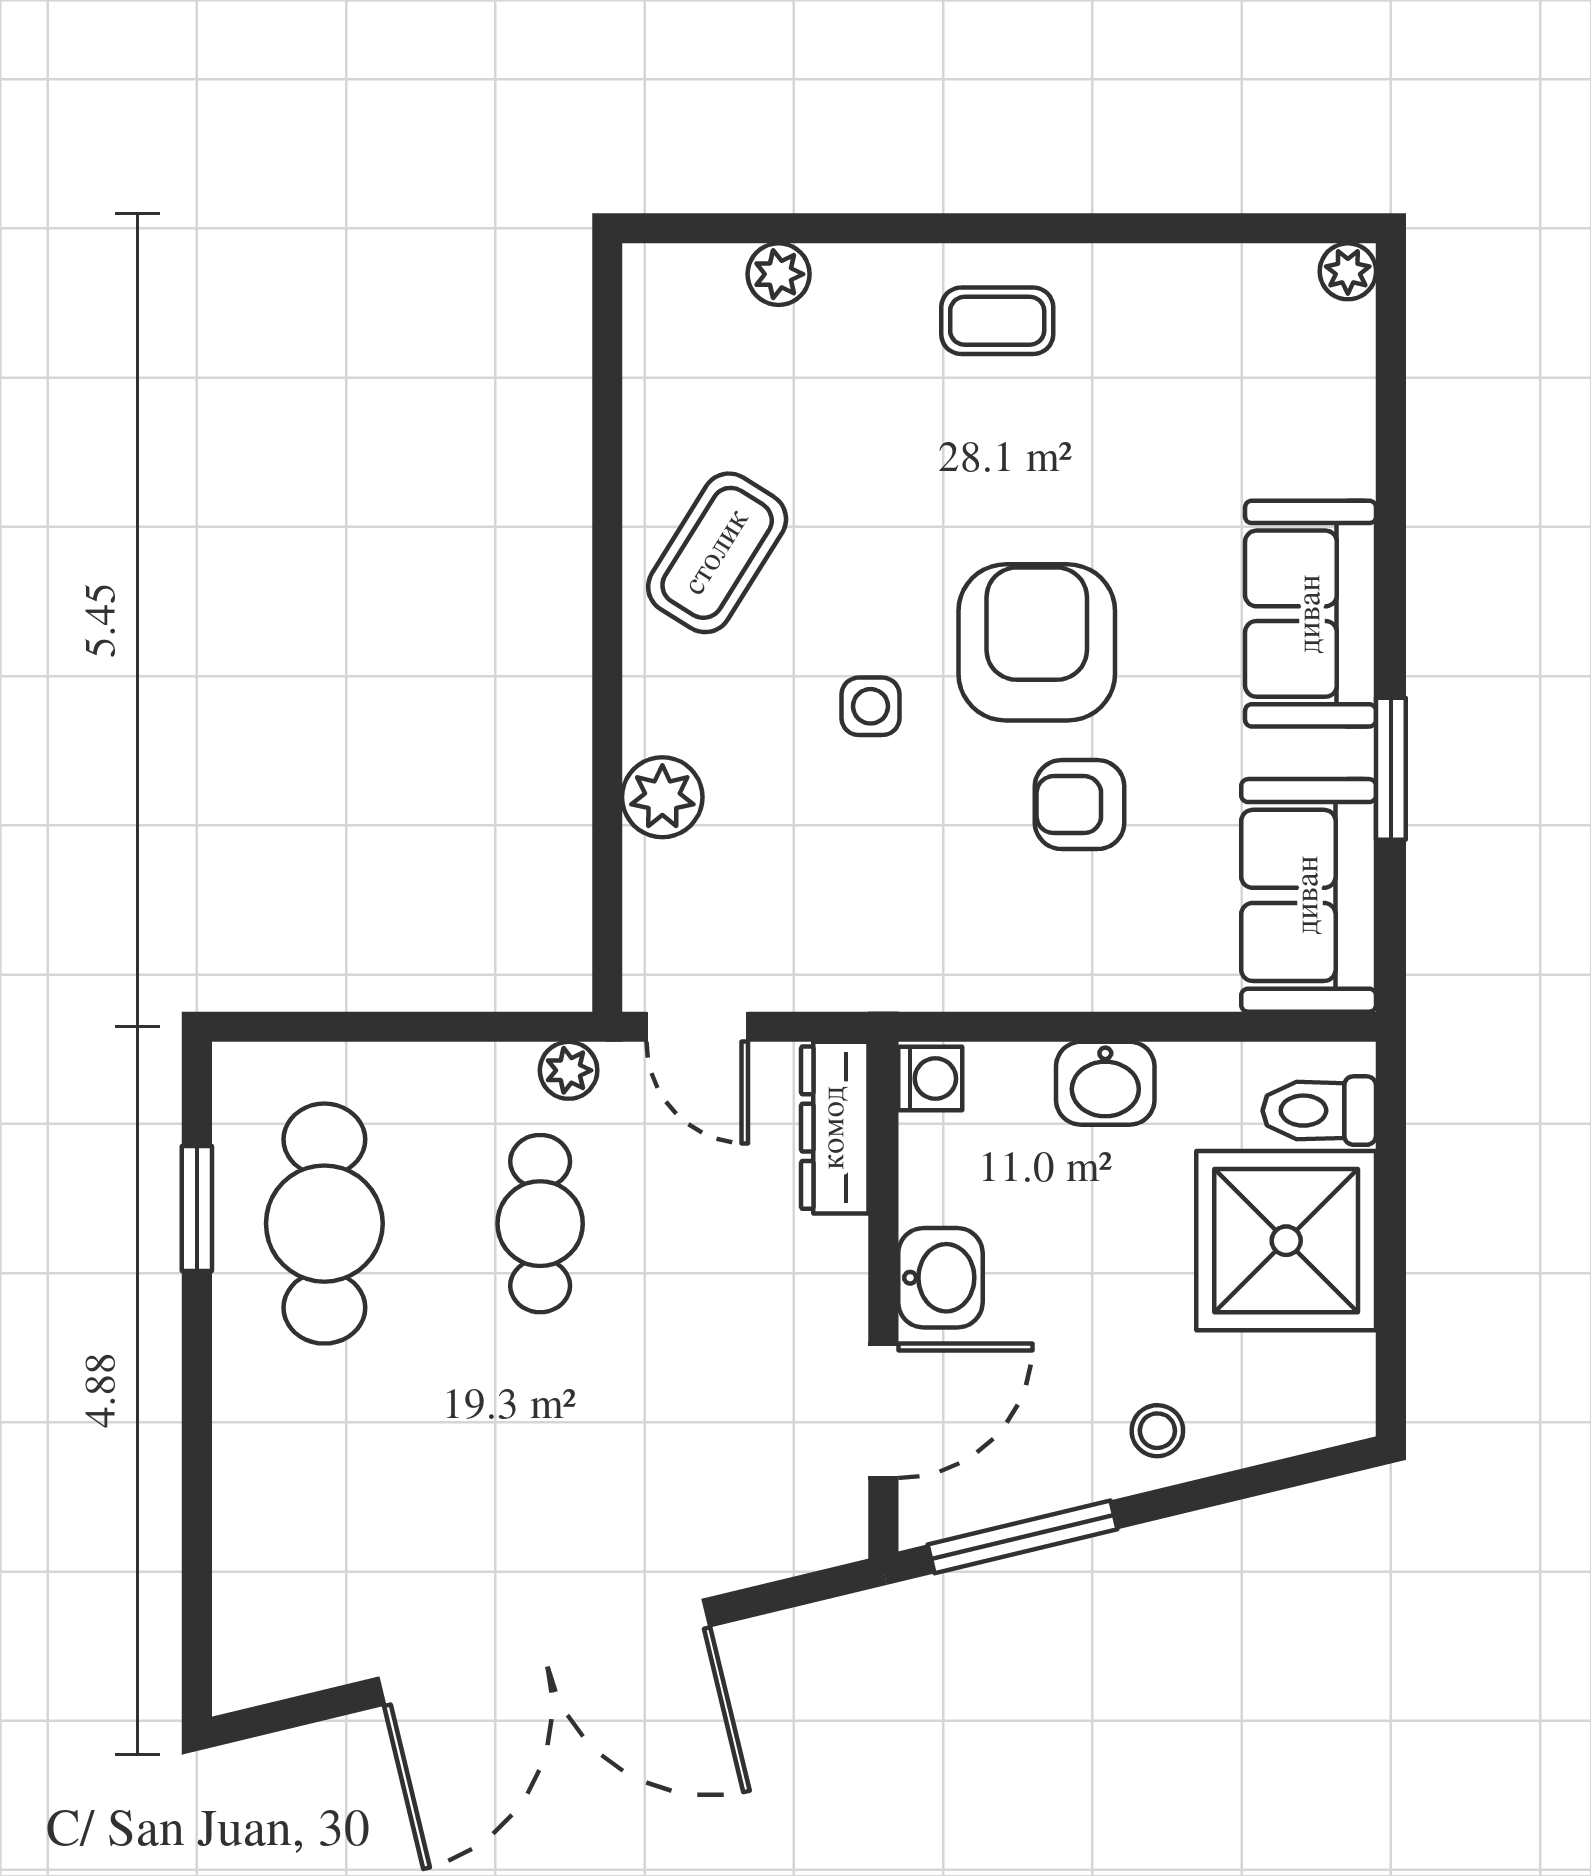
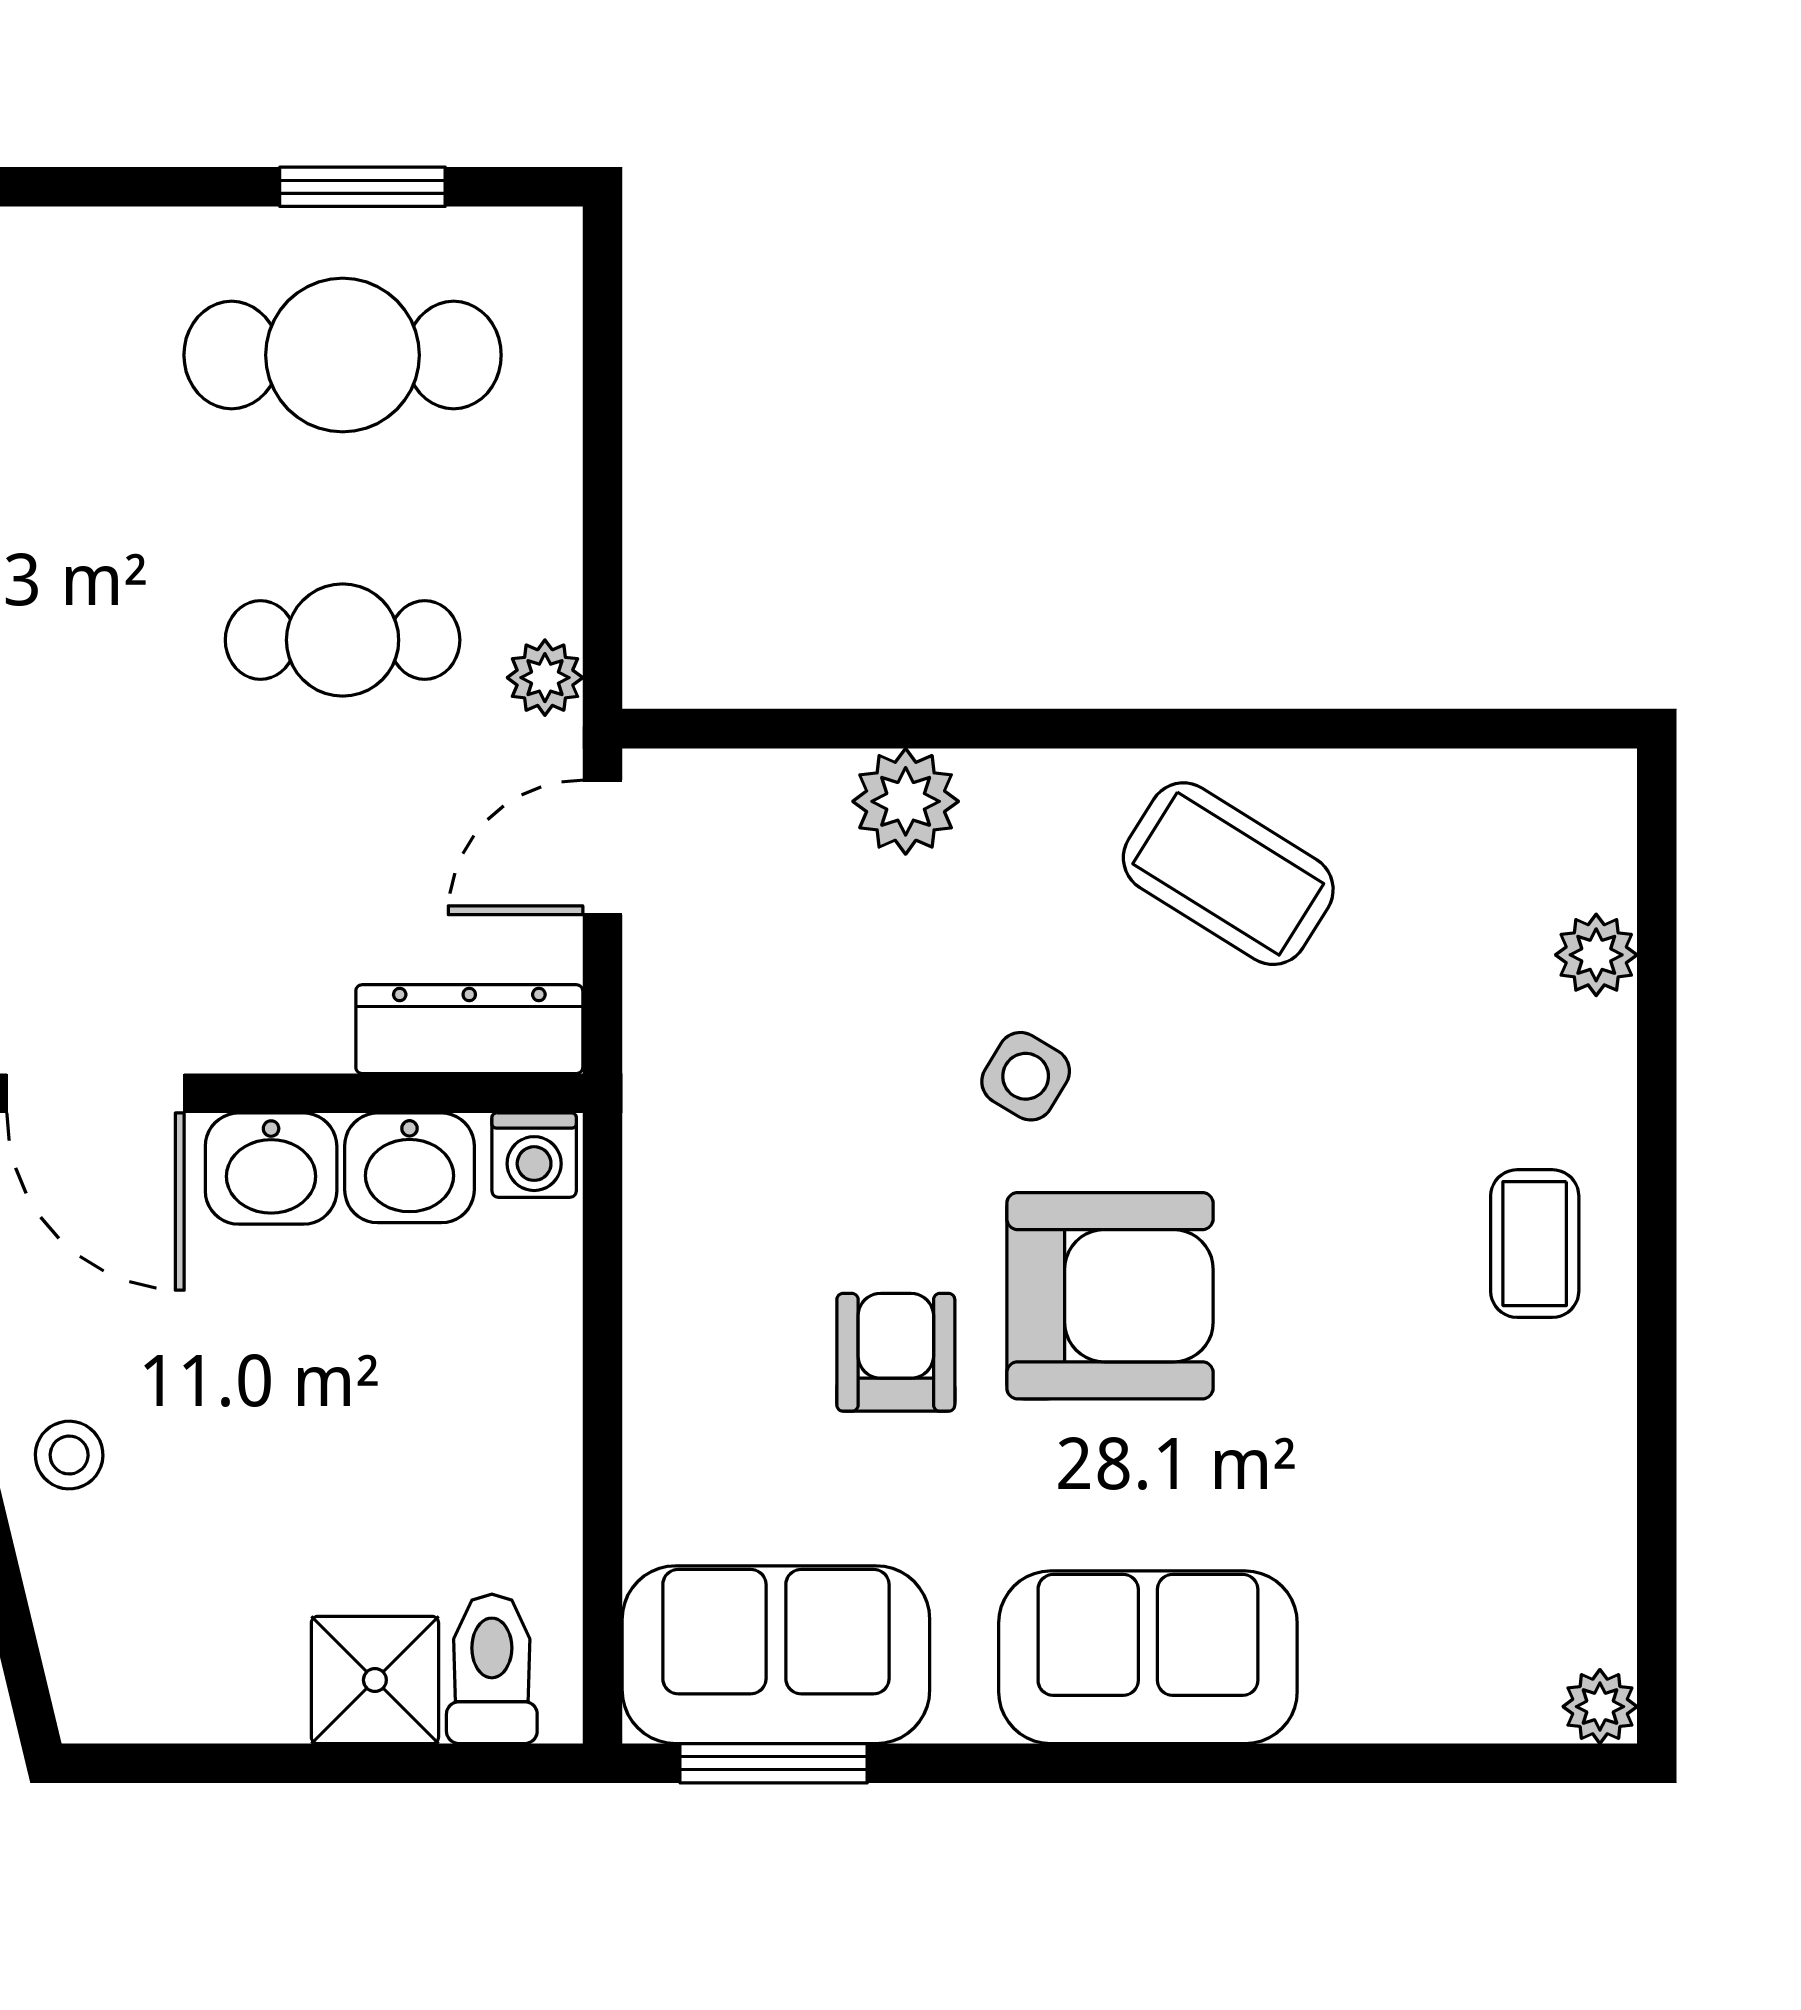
side table: (871, 706) -> (1026, 1076), turned 31
window: (1391, 769) -> (774, 1763), moved
washbasin: (1105, 1083) -> (409, 1168), moved, turned -90
shower: (1286, 1241) -> (375, 1680), width x0.54, depth x0.54

